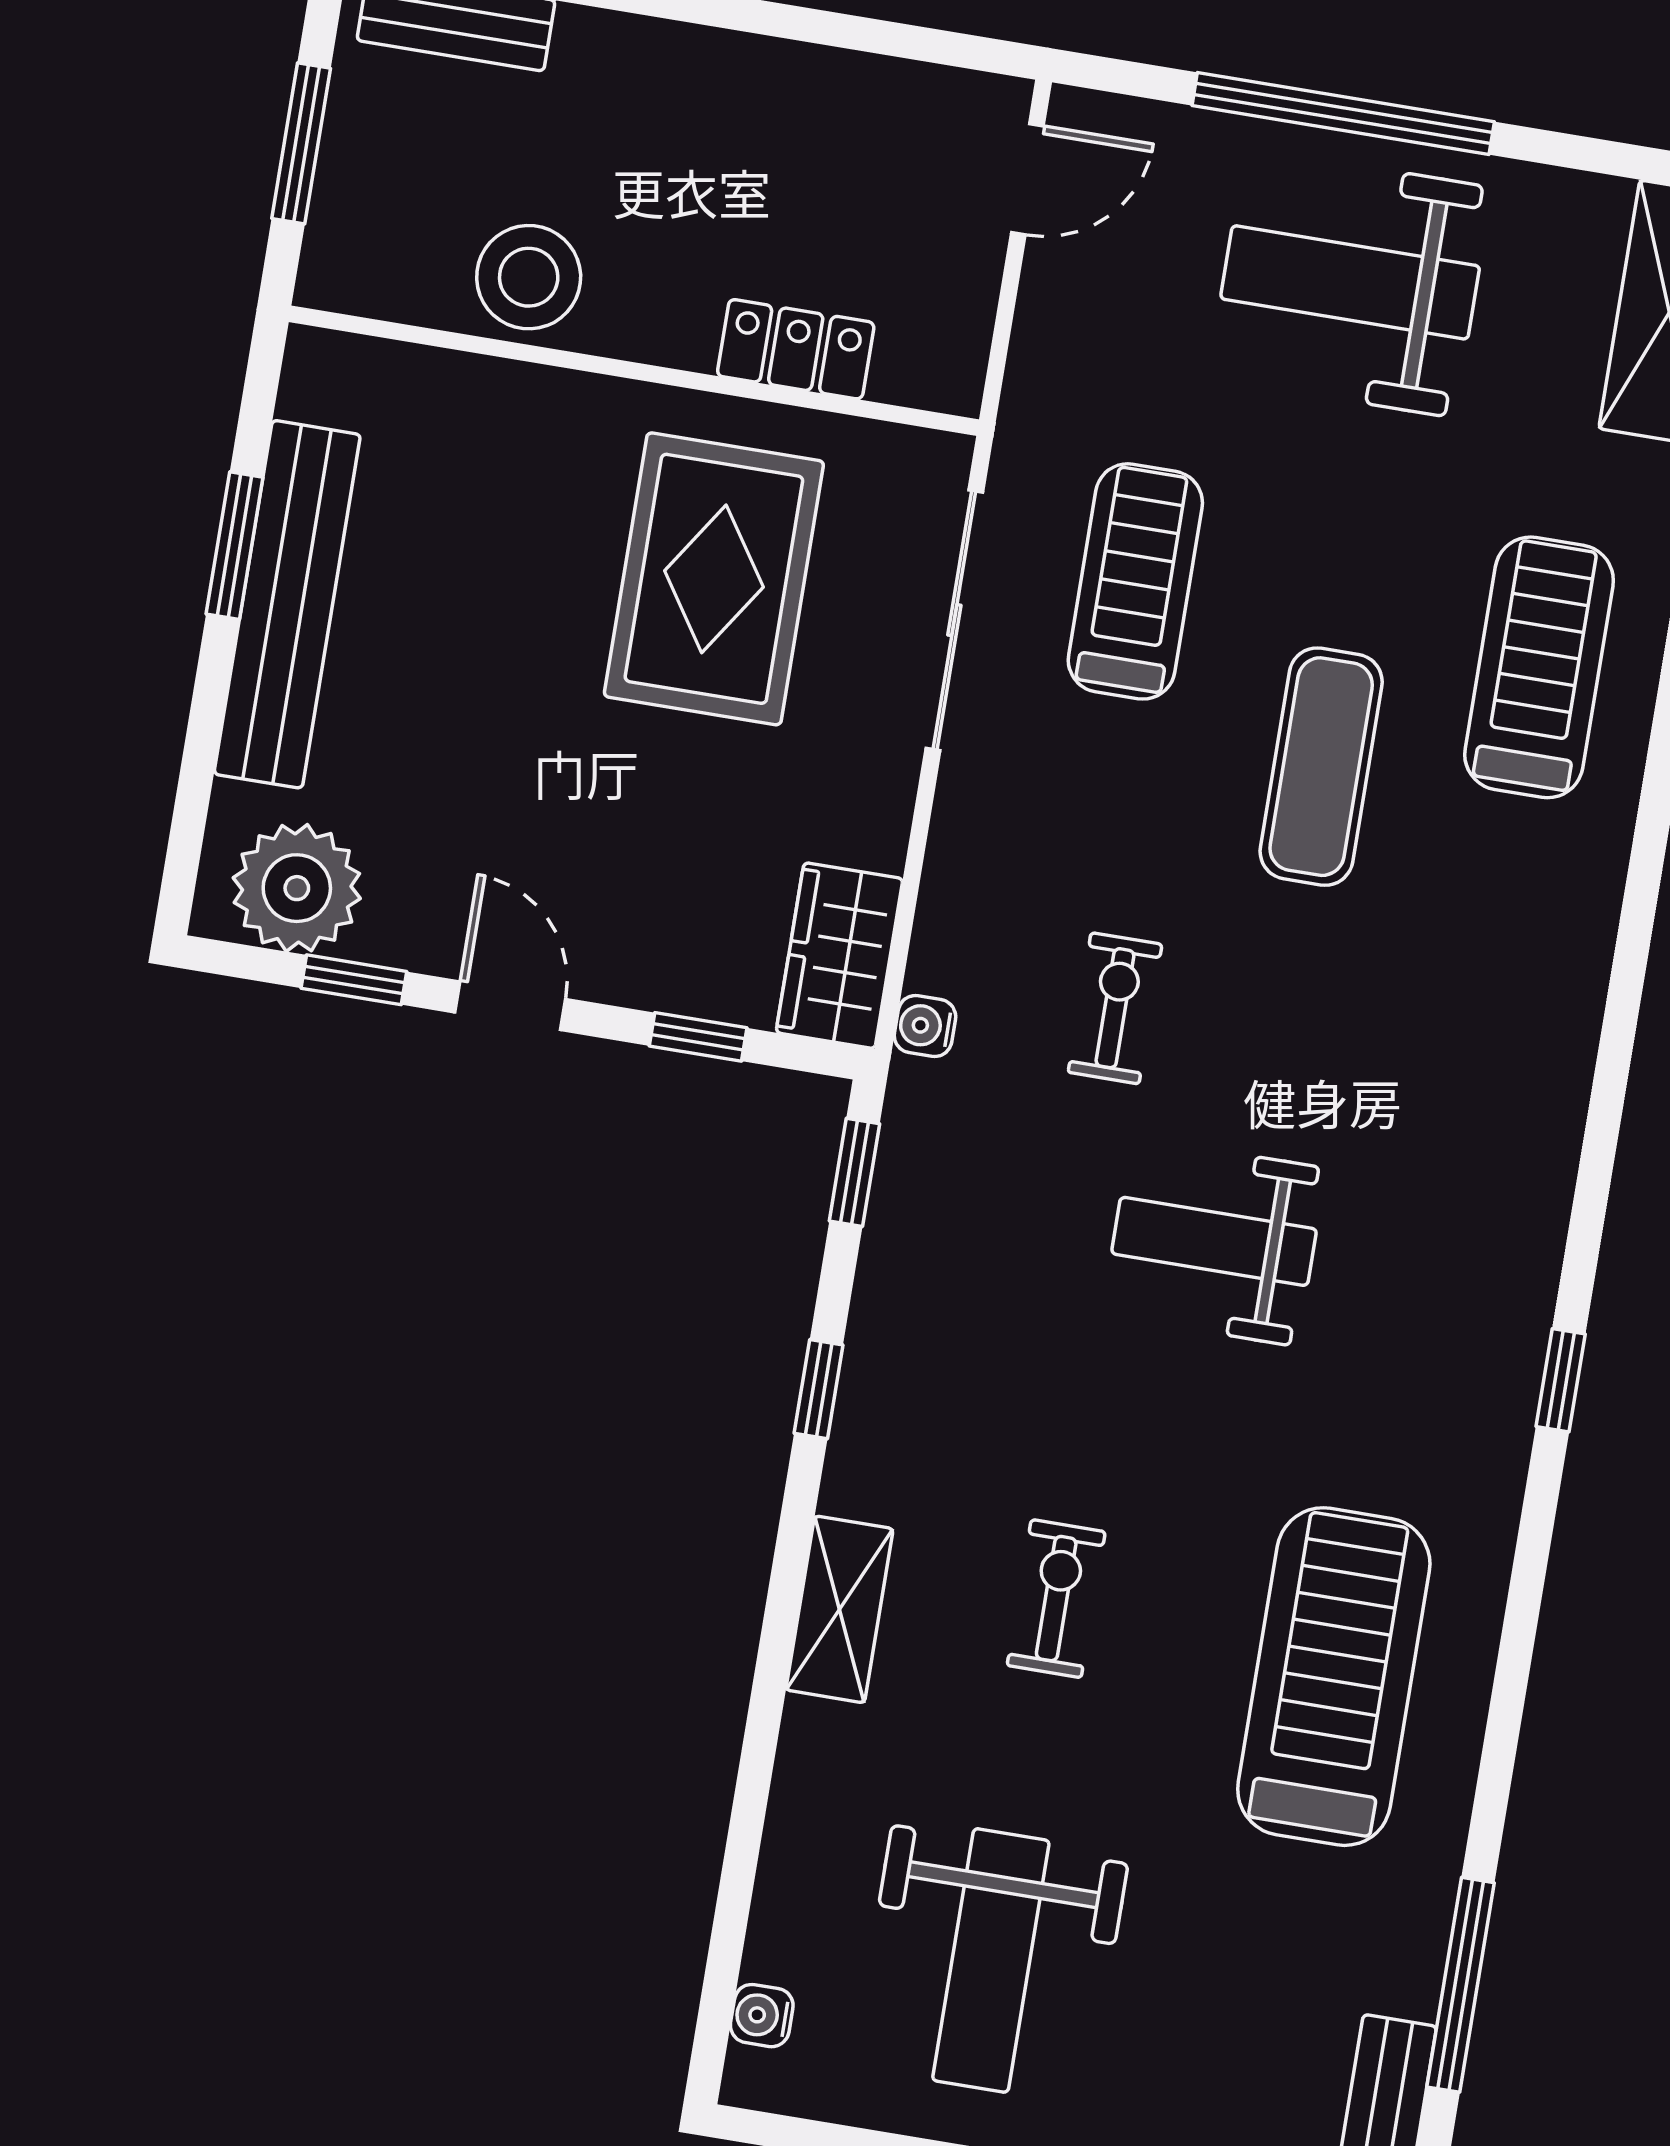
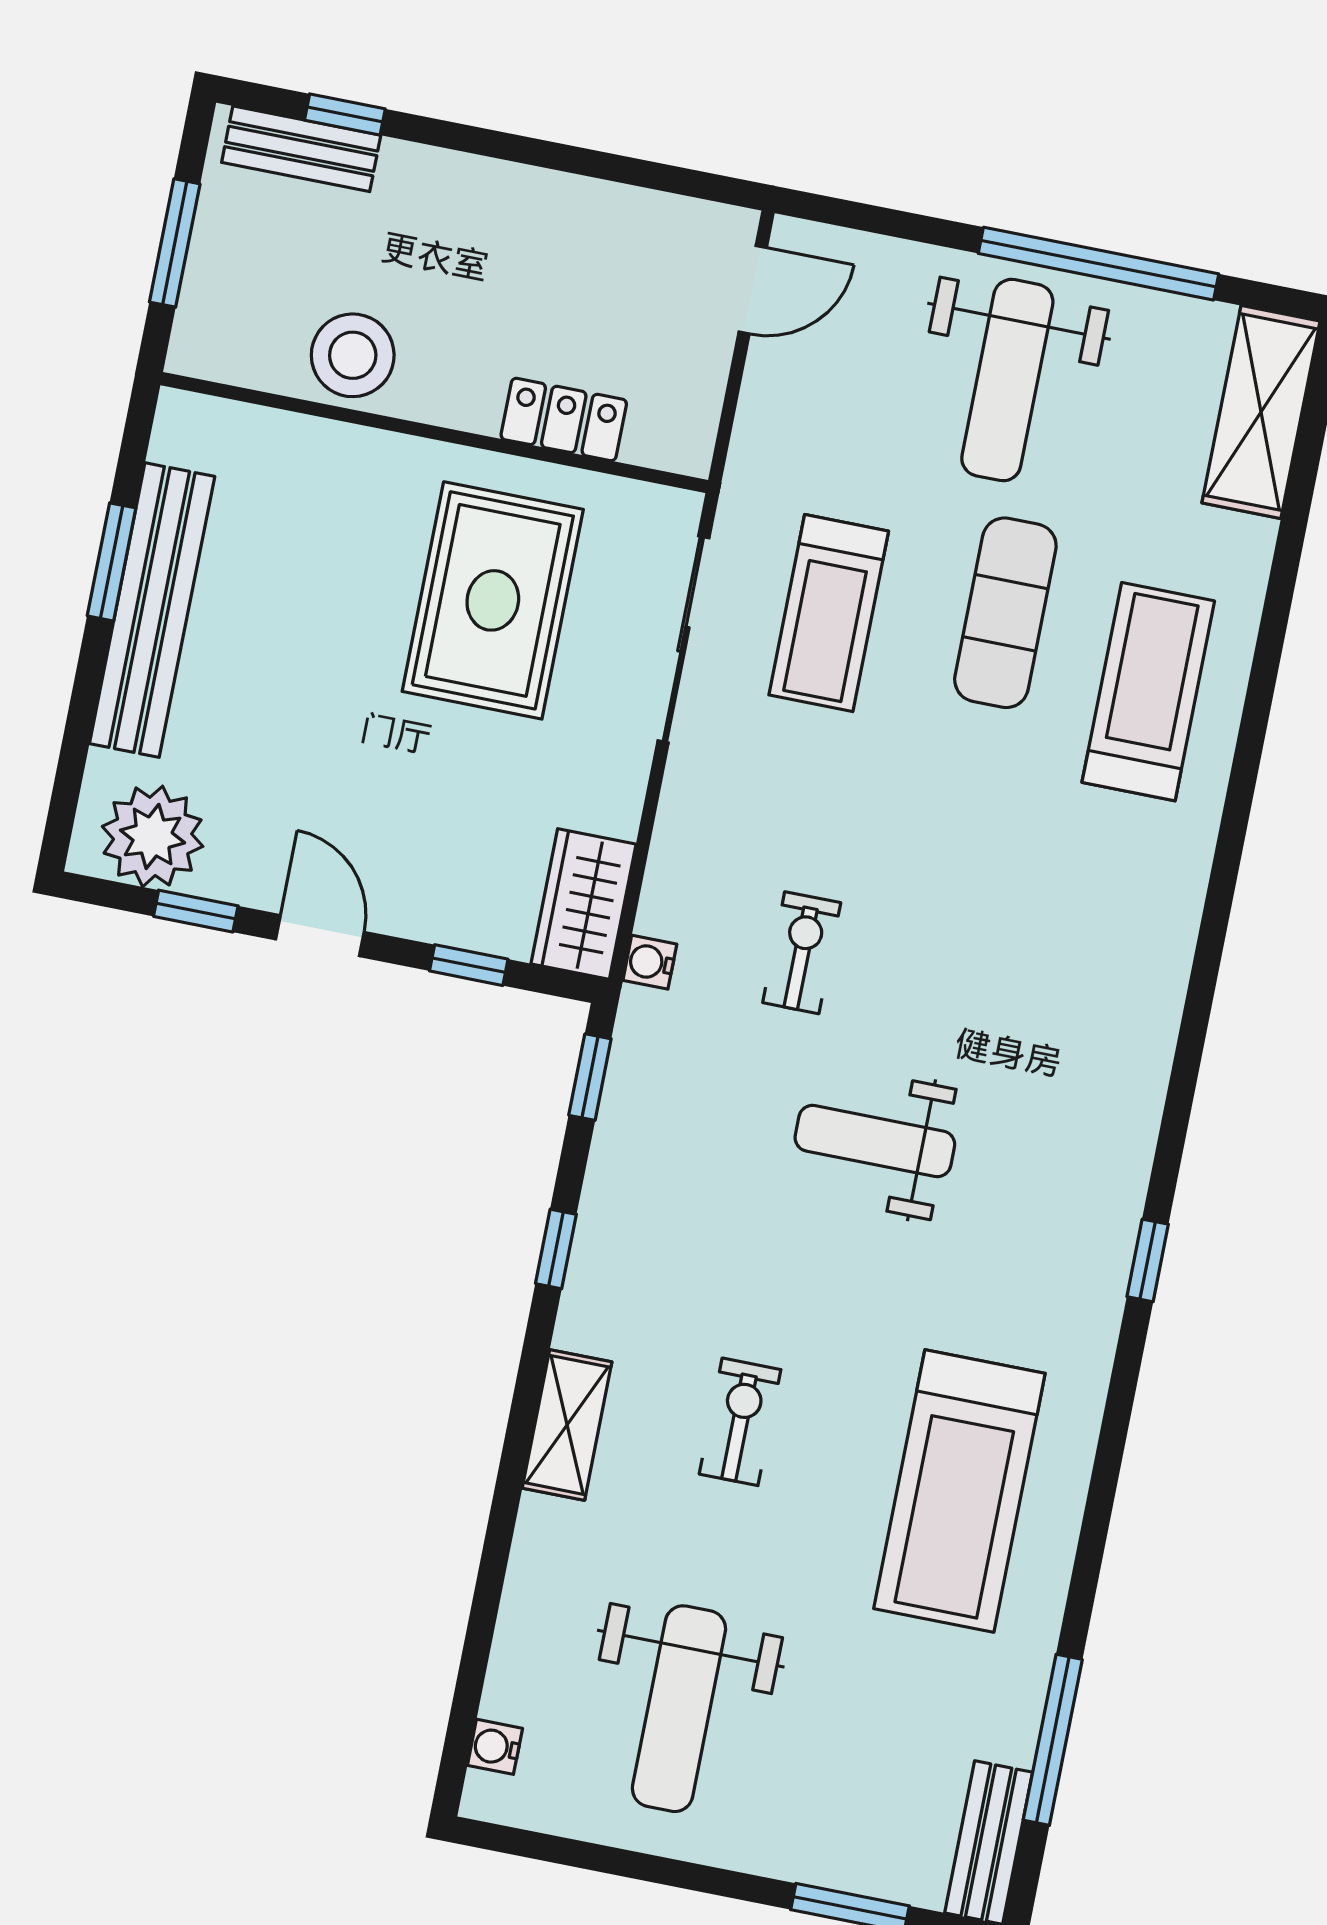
window: (1343, 114) -> (1098, 264), moved
weight bench: (1350, 282) -> (1007, 380), turned -90
treadmill: (1135, 581) -> (829, 613), turned 180
exercise mat: (1321, 767) -> (1005, 613), moved
treadmill: (1334, 1677) -> (959, 1491), turned 180

